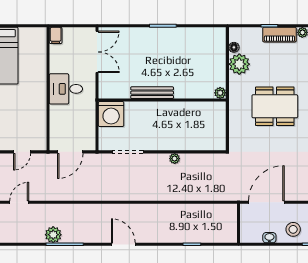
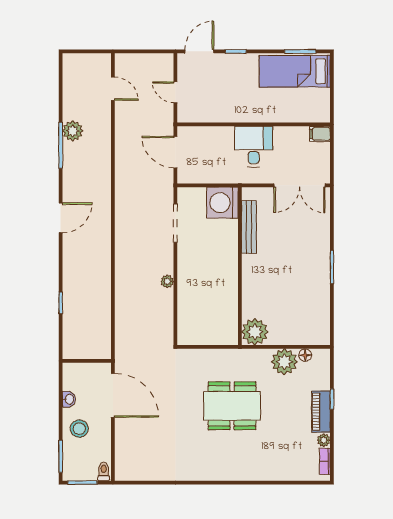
bench: (152, 93) -> (249, 227), moved
plant: (220, 93) -> (255, 332), width x1.88, depth x1.88
dining table: (275, 106) -> (232, 406), turned 90

